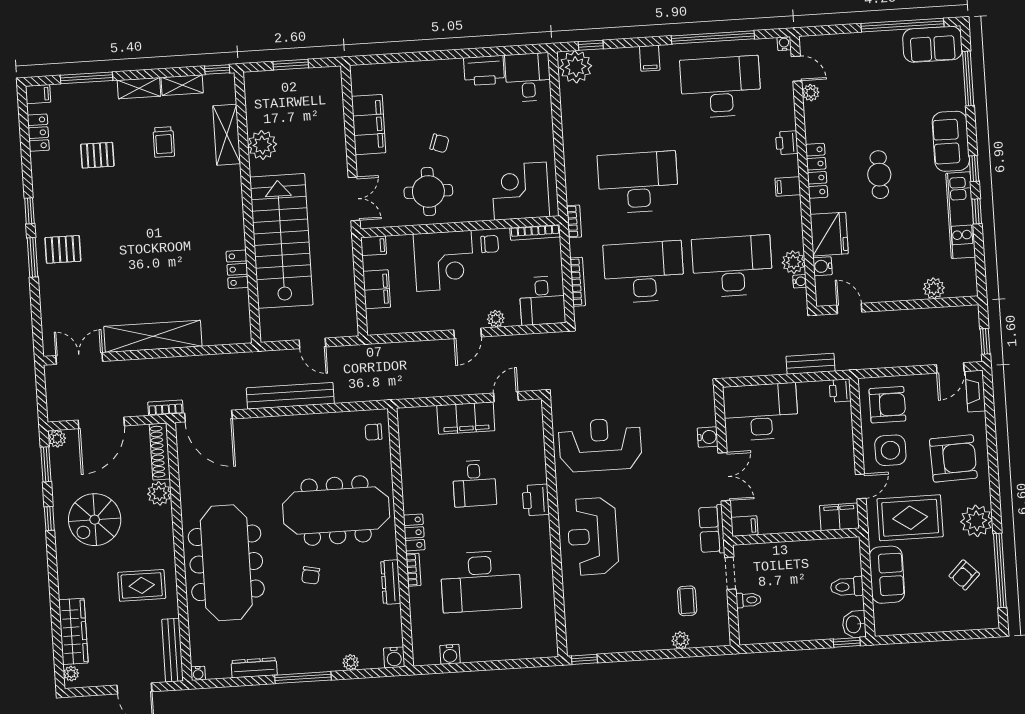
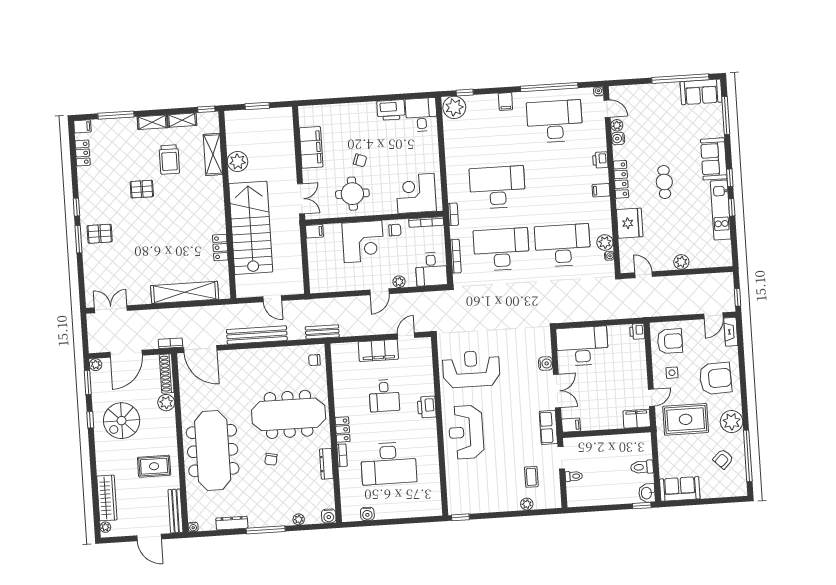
trolley: (164, 142) -> (169, 159), width x1.36, depth x1.39
pallet: (97, 155) -> (142, 189), moved
water cooler: (823, 266) -> (618, 138), moved
plant: (934, 288) -> (681, 262), moved
filing cabinet: (377, 289) -> (317, 261), removed
shelving: (153, 336) -> (185, 292), moved
bench: (810, 364) -> (322, 332), moved
side table: (890, 450) -> (672, 373), width x0.54, depth x0.54
sofa: (887, 575) -> (680, 489), moved, turned -90

